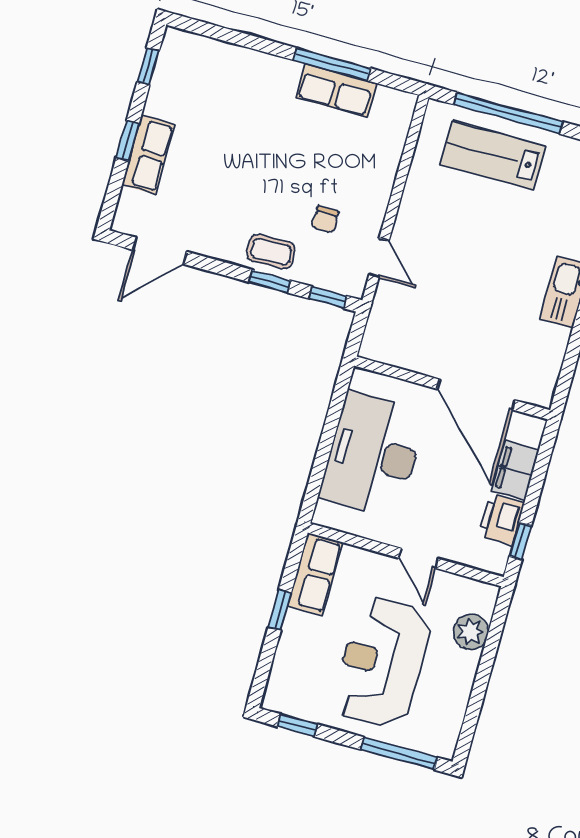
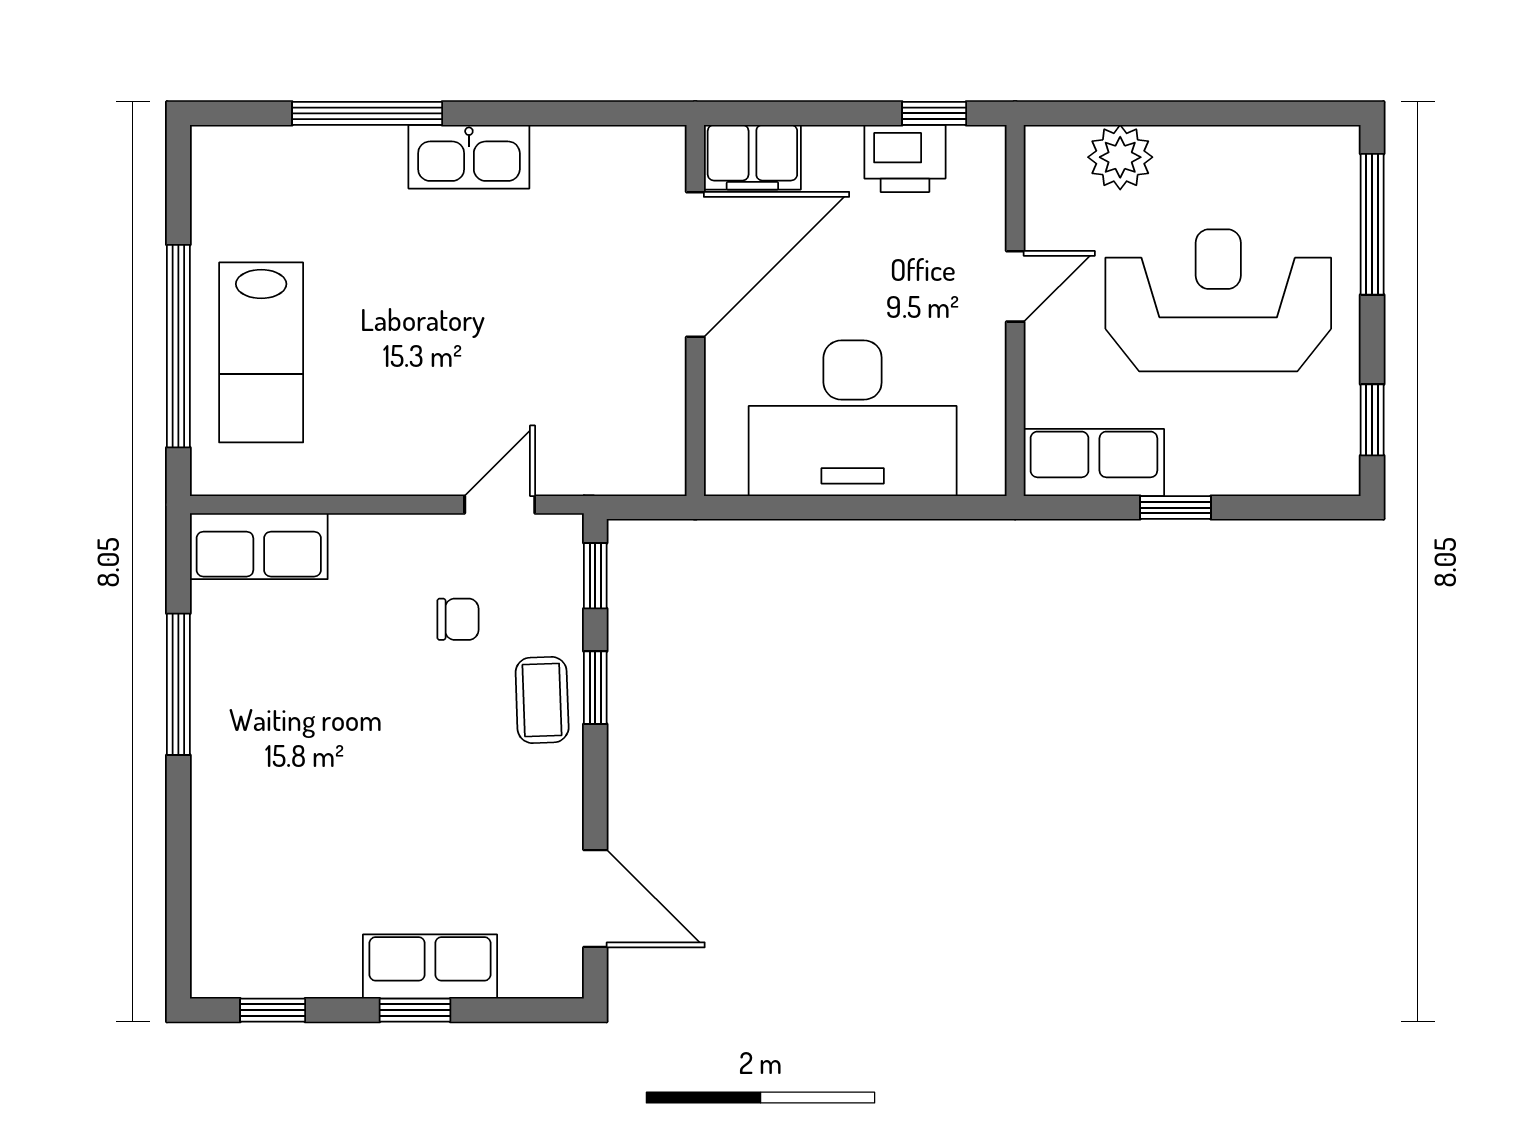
row of seats: (336, 90) -> (259, 546), moved, turned 90
filing cabinet: (515, 471) -> (752, 157), moved
reception desk: (382, 662) -> (1218, 300), turned 180

